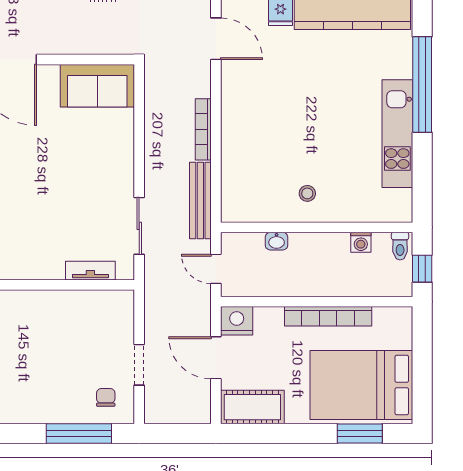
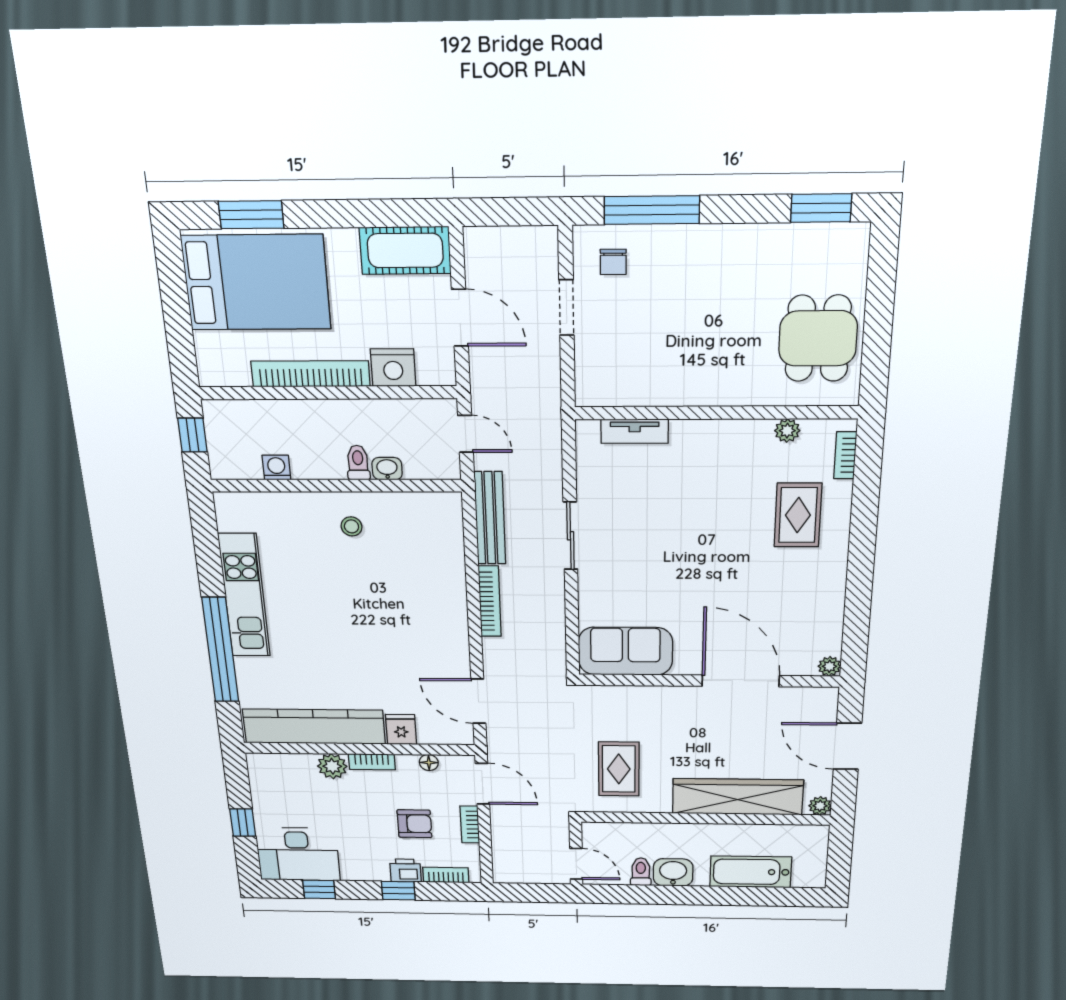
sliding door: (139, 226) -> (570, 536), moved
toilet: (400, 246) -> (358, 463), moved
nightstand: (237, 321) -> (393, 368), moved

